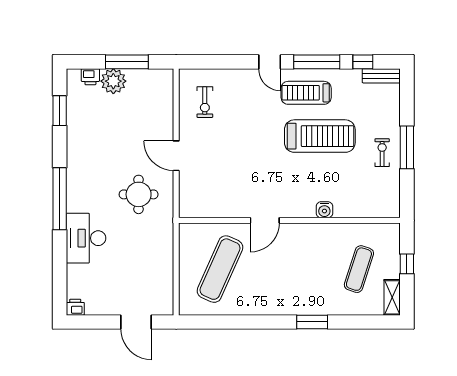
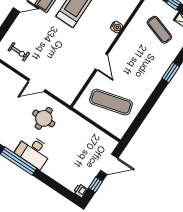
desk: (86, 238) -> (34, 151), moved
exercise mat: (220, 269) -> (111, 102), turned -39
window: (97, 322) -> (96, 185), added

